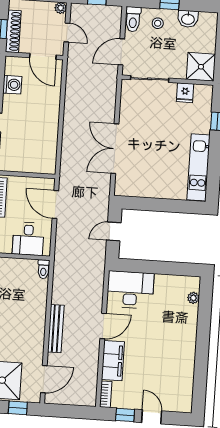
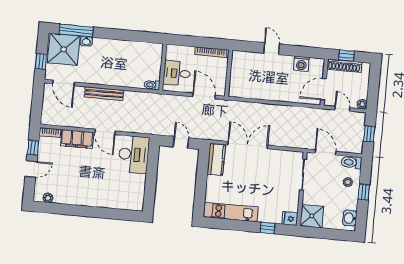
washbasin: (188, 19) -> (350, 218), moved
door: (67, 32) -> (342, 109), swing flipped
fridge: (185, 93) -> (290, 219), moved
kitchen counter: (134, 187) -> (216, 159), added
door: (55, 205) -> (204, 96), hinge flipped
plant: (193, 298) -> (48, 198), moved

